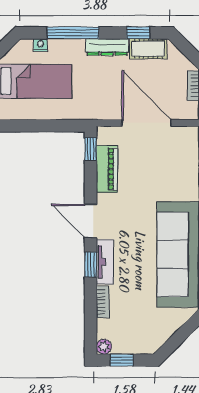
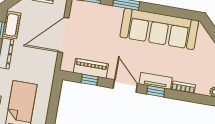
window: (91, 149) -> (89, 80), moved
door: (91, 221) -> (125, 86), swing flipped

